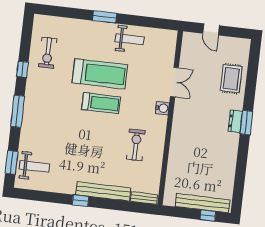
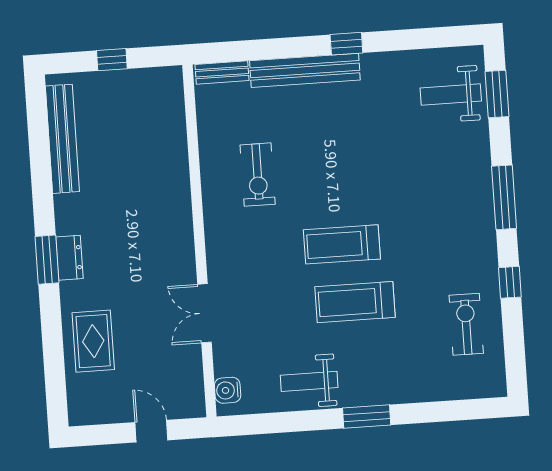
treadmill: (100, 74) -> (355, 302), width x0.73, depth x0.73
water cooler: (162, 108) -> (228, 390), moved
bench: (203, 203) -> (62, 139), moved, turned 90
window: (208, 216) -> (112, 60), moved

